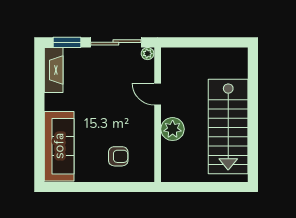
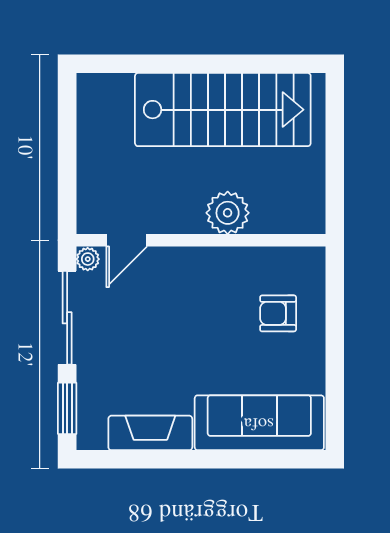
fireplace: (54, 70) -> (150, 433), moved
door: (158, 94) -> (127, 240), moved
armchair: (118, 156) -> (278, 313), turned -90

